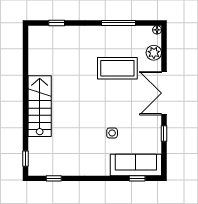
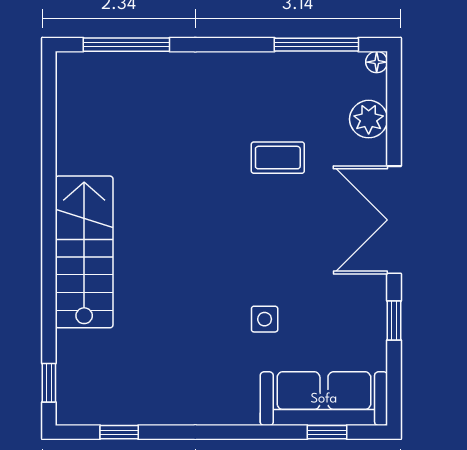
window: (57, 23) -> (126, 45), width x2.17
window: (119, 23) -> (316, 45), moved
coffee table: (117, 68) -> (278, 158), width x0.54, depth x0.58

